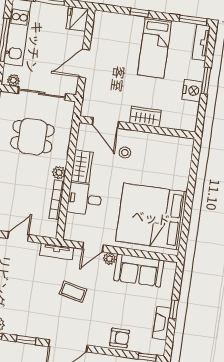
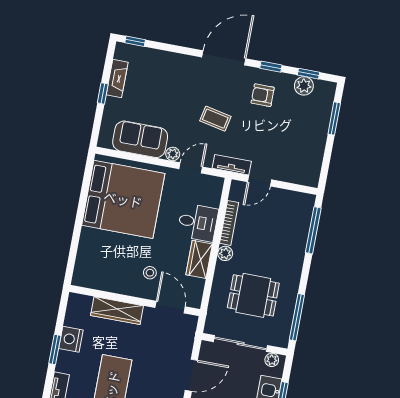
wardrobe: (145, 117) -> (117, 311), width x1.50
door: (18, 237) -> (260, 181), moved
armchair: (119, 338) -> (263, 95), moved

